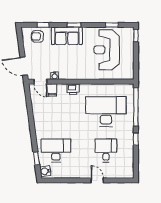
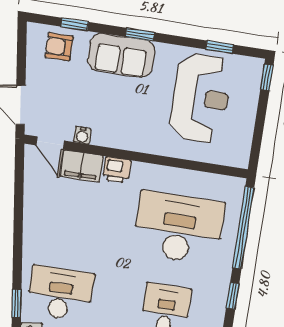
reception desk: (107, 50) -> (201, 98), turned 180
filing cabinet: (52, 90) -> (82, 166), width x2.00

